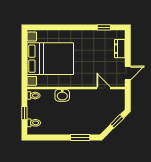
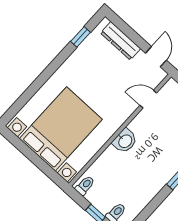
dresser: (120, 49) -> (121, 41), width x1.44
washbasin: (62, 95) -> (125, 141), moved

